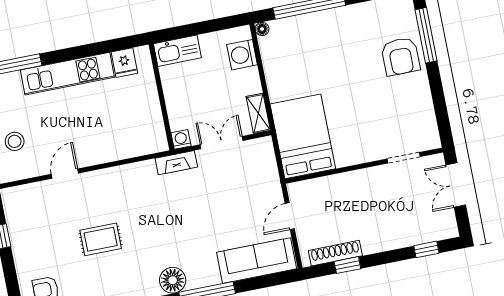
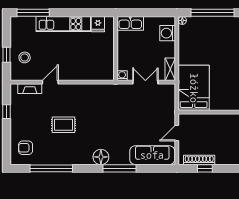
fireplace: (176, 163) -> (30, 89), moved

